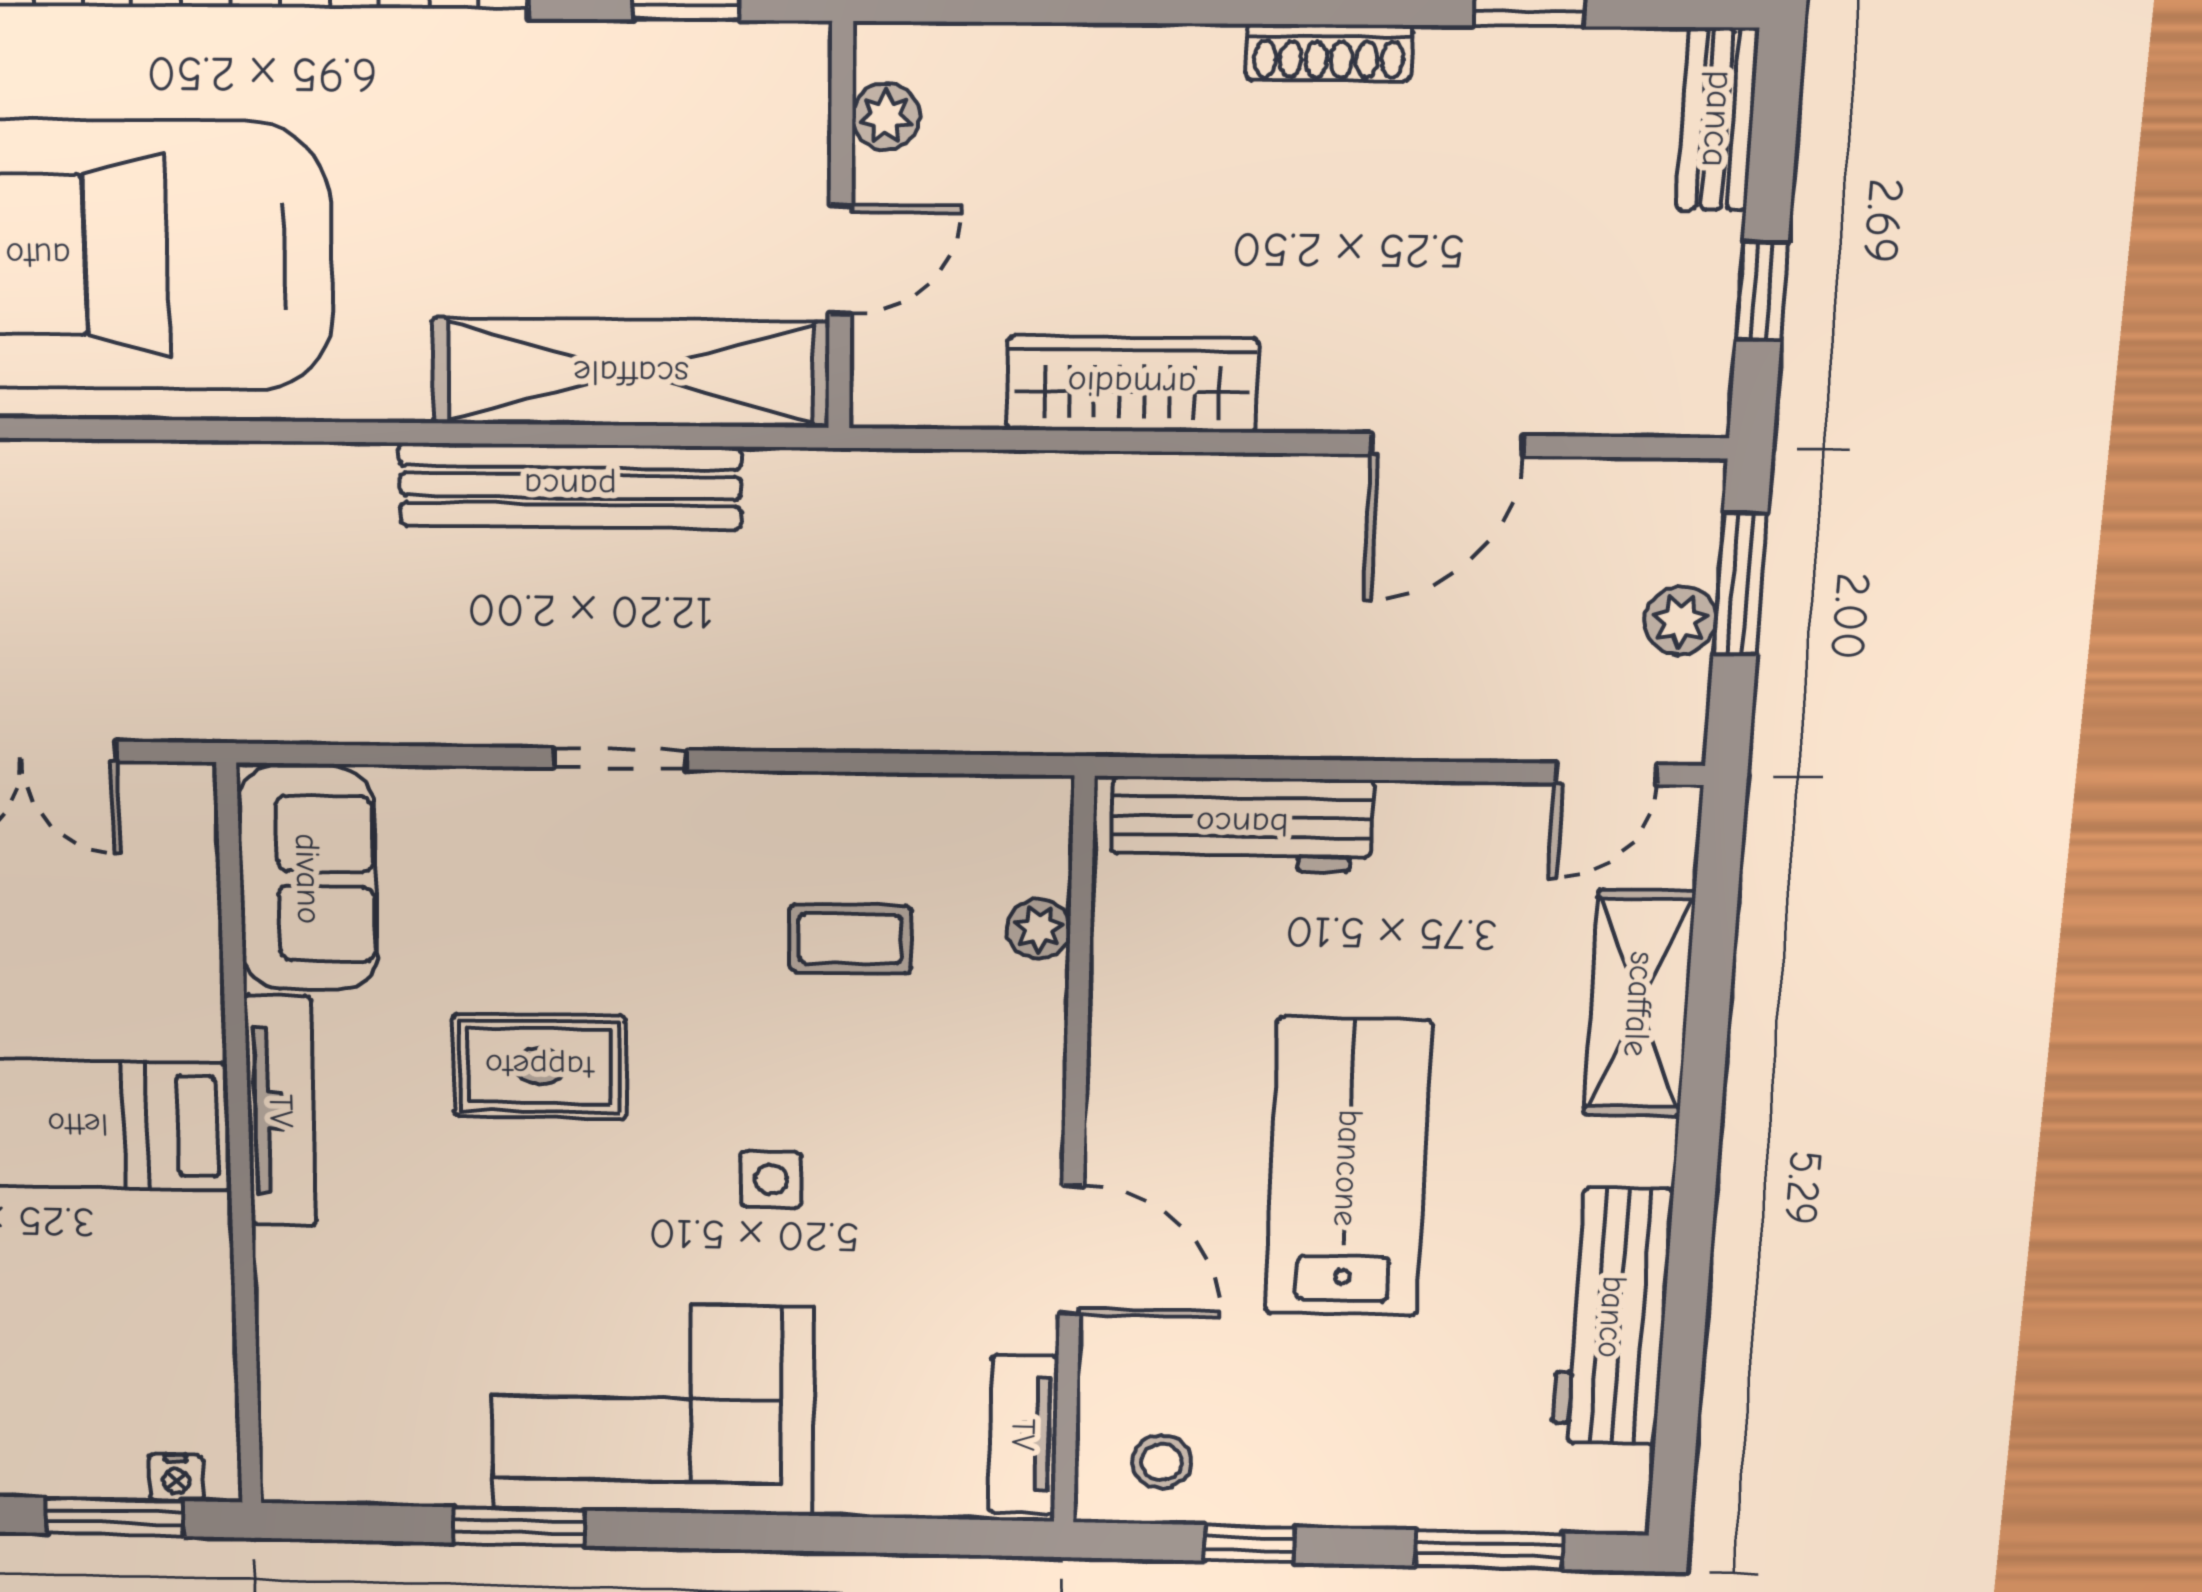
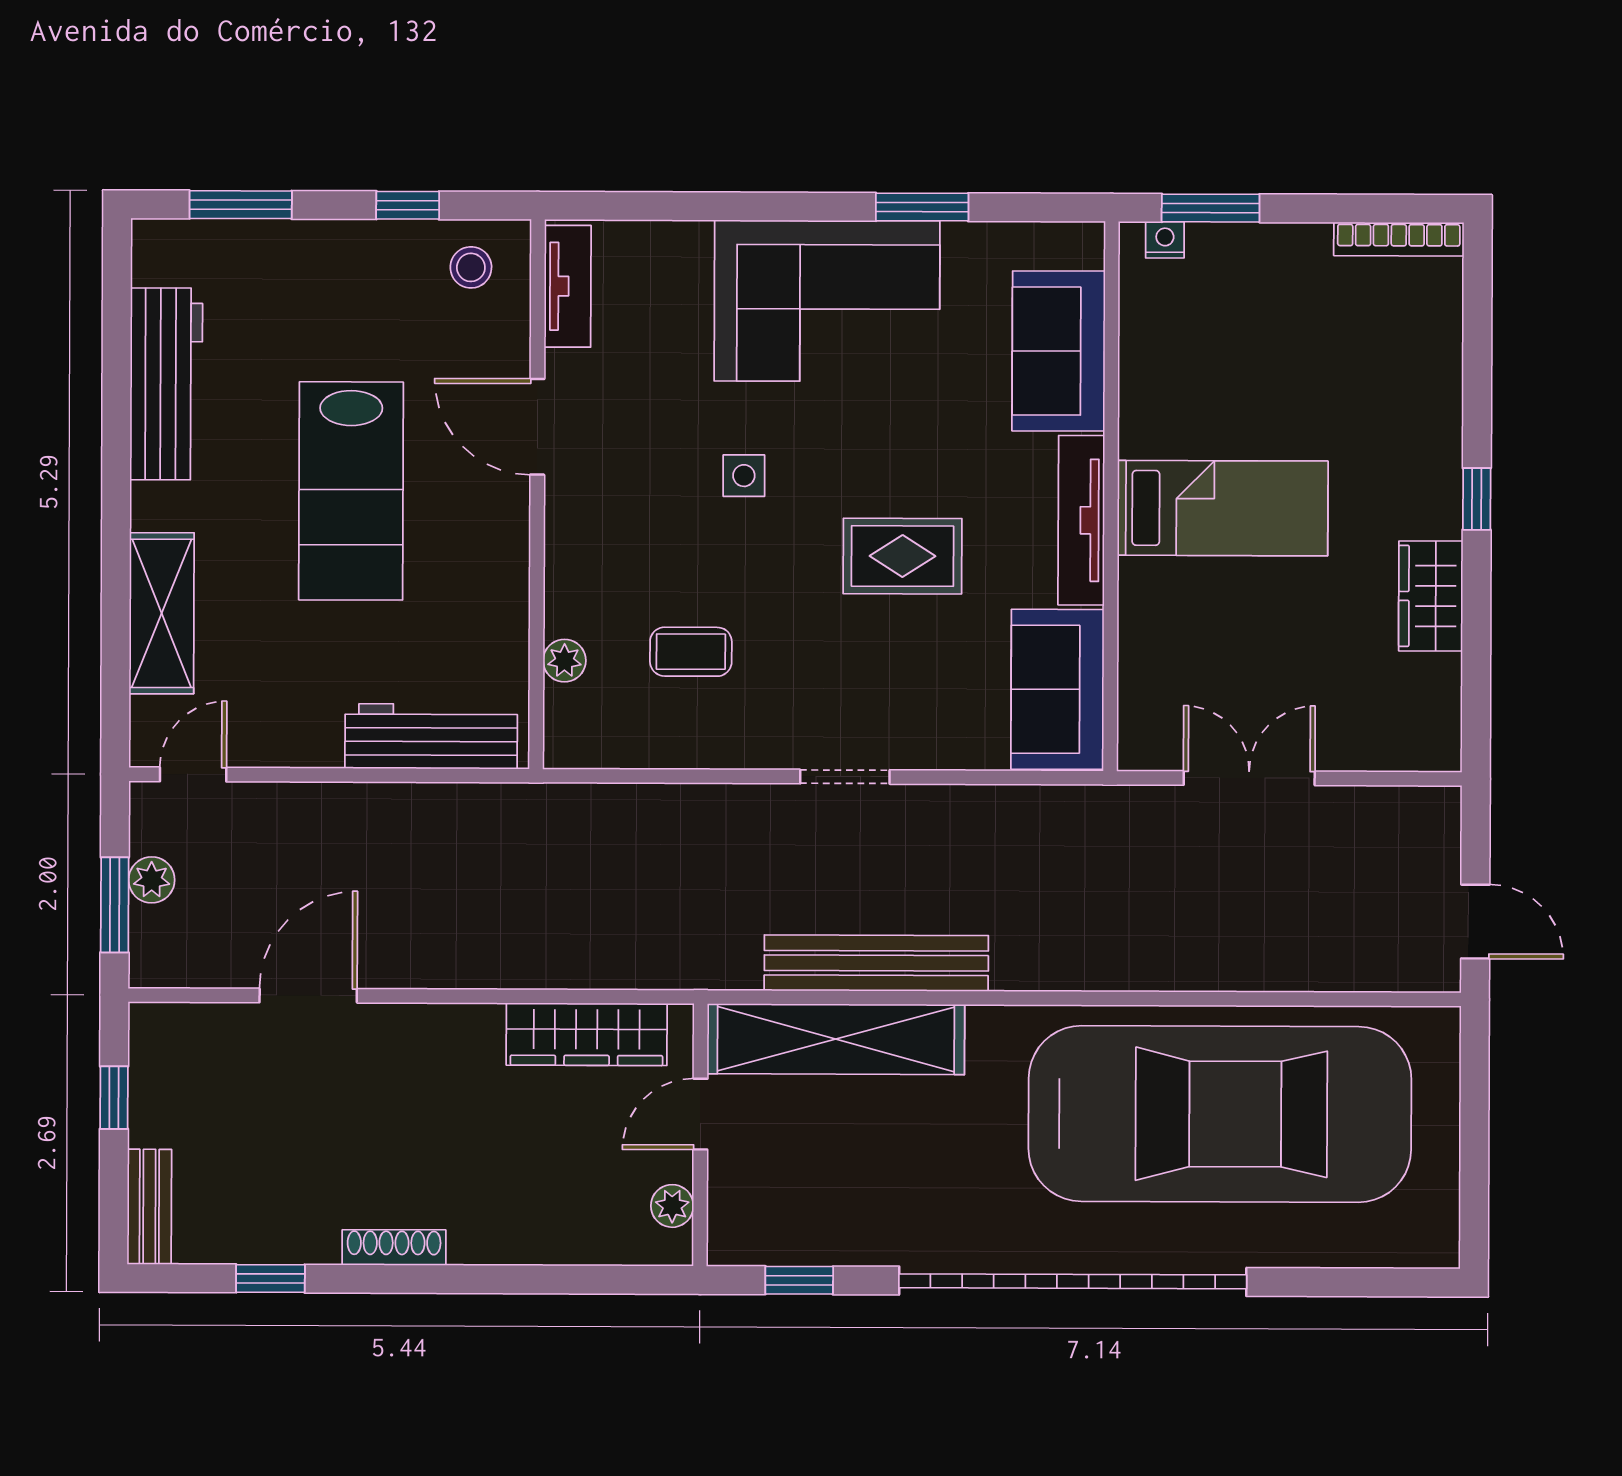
wardrobe: (1132, 384) -> (587, 1034), moved
sofa: (321, 1337) -> (1059, 351), added

